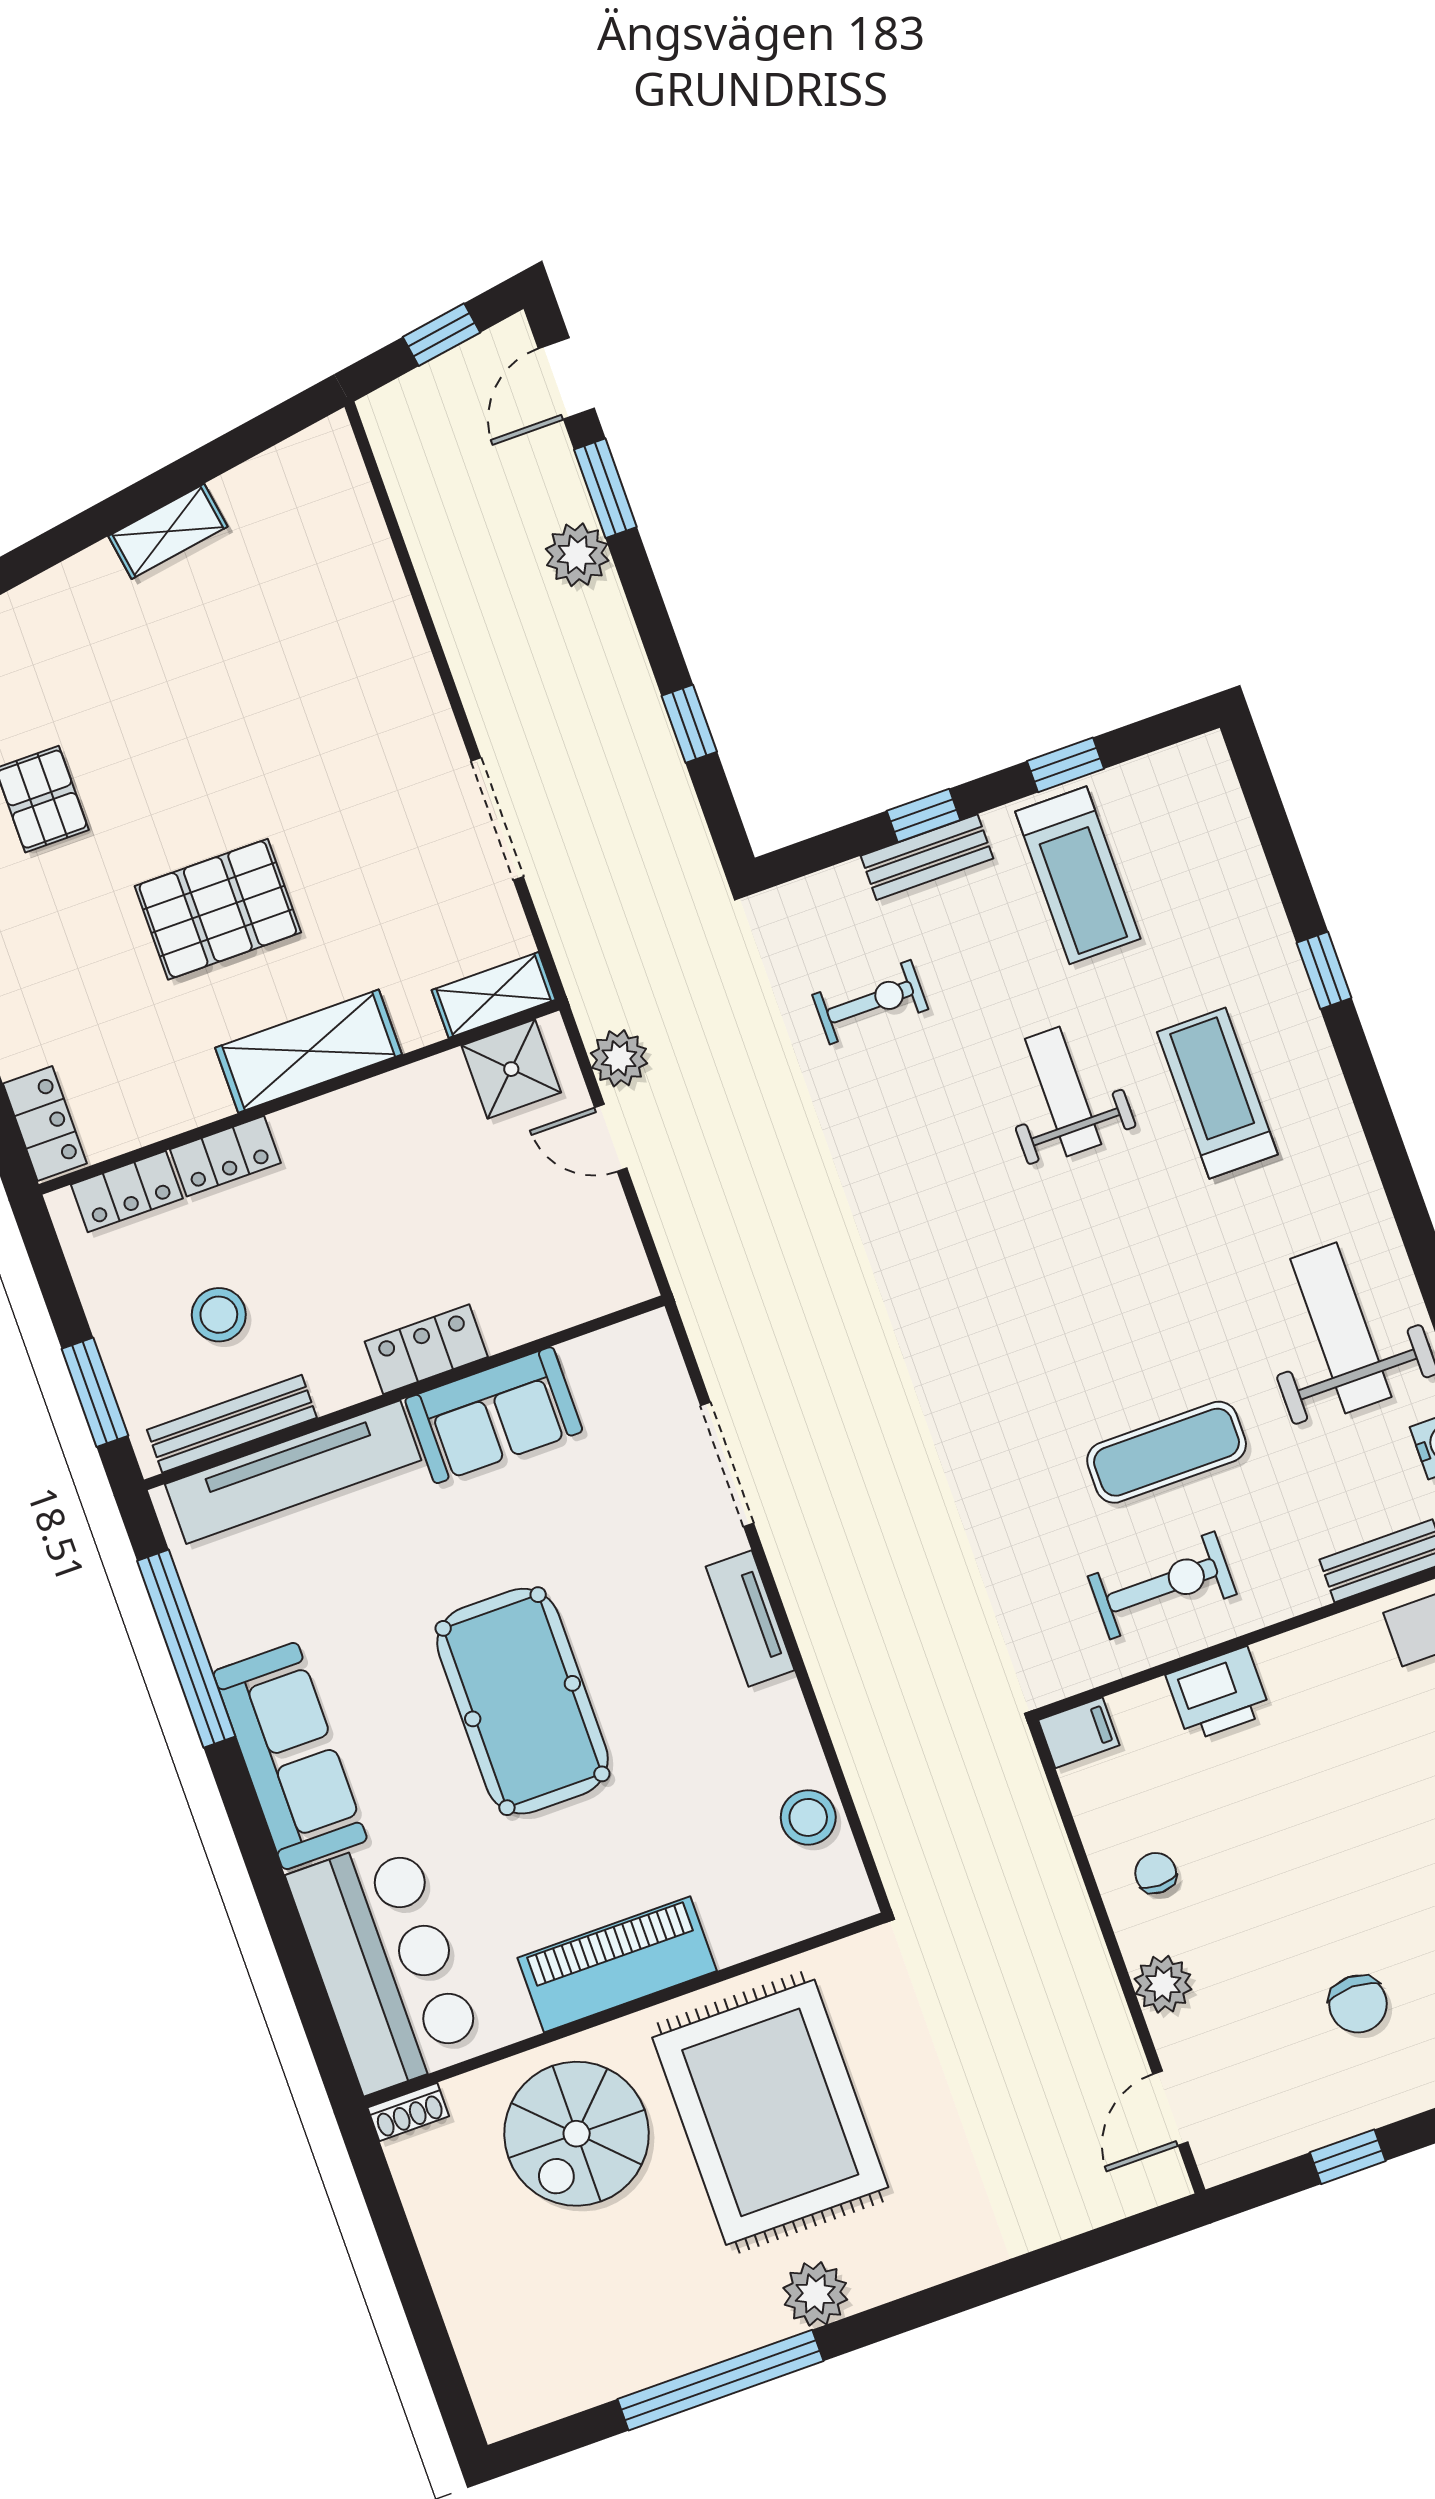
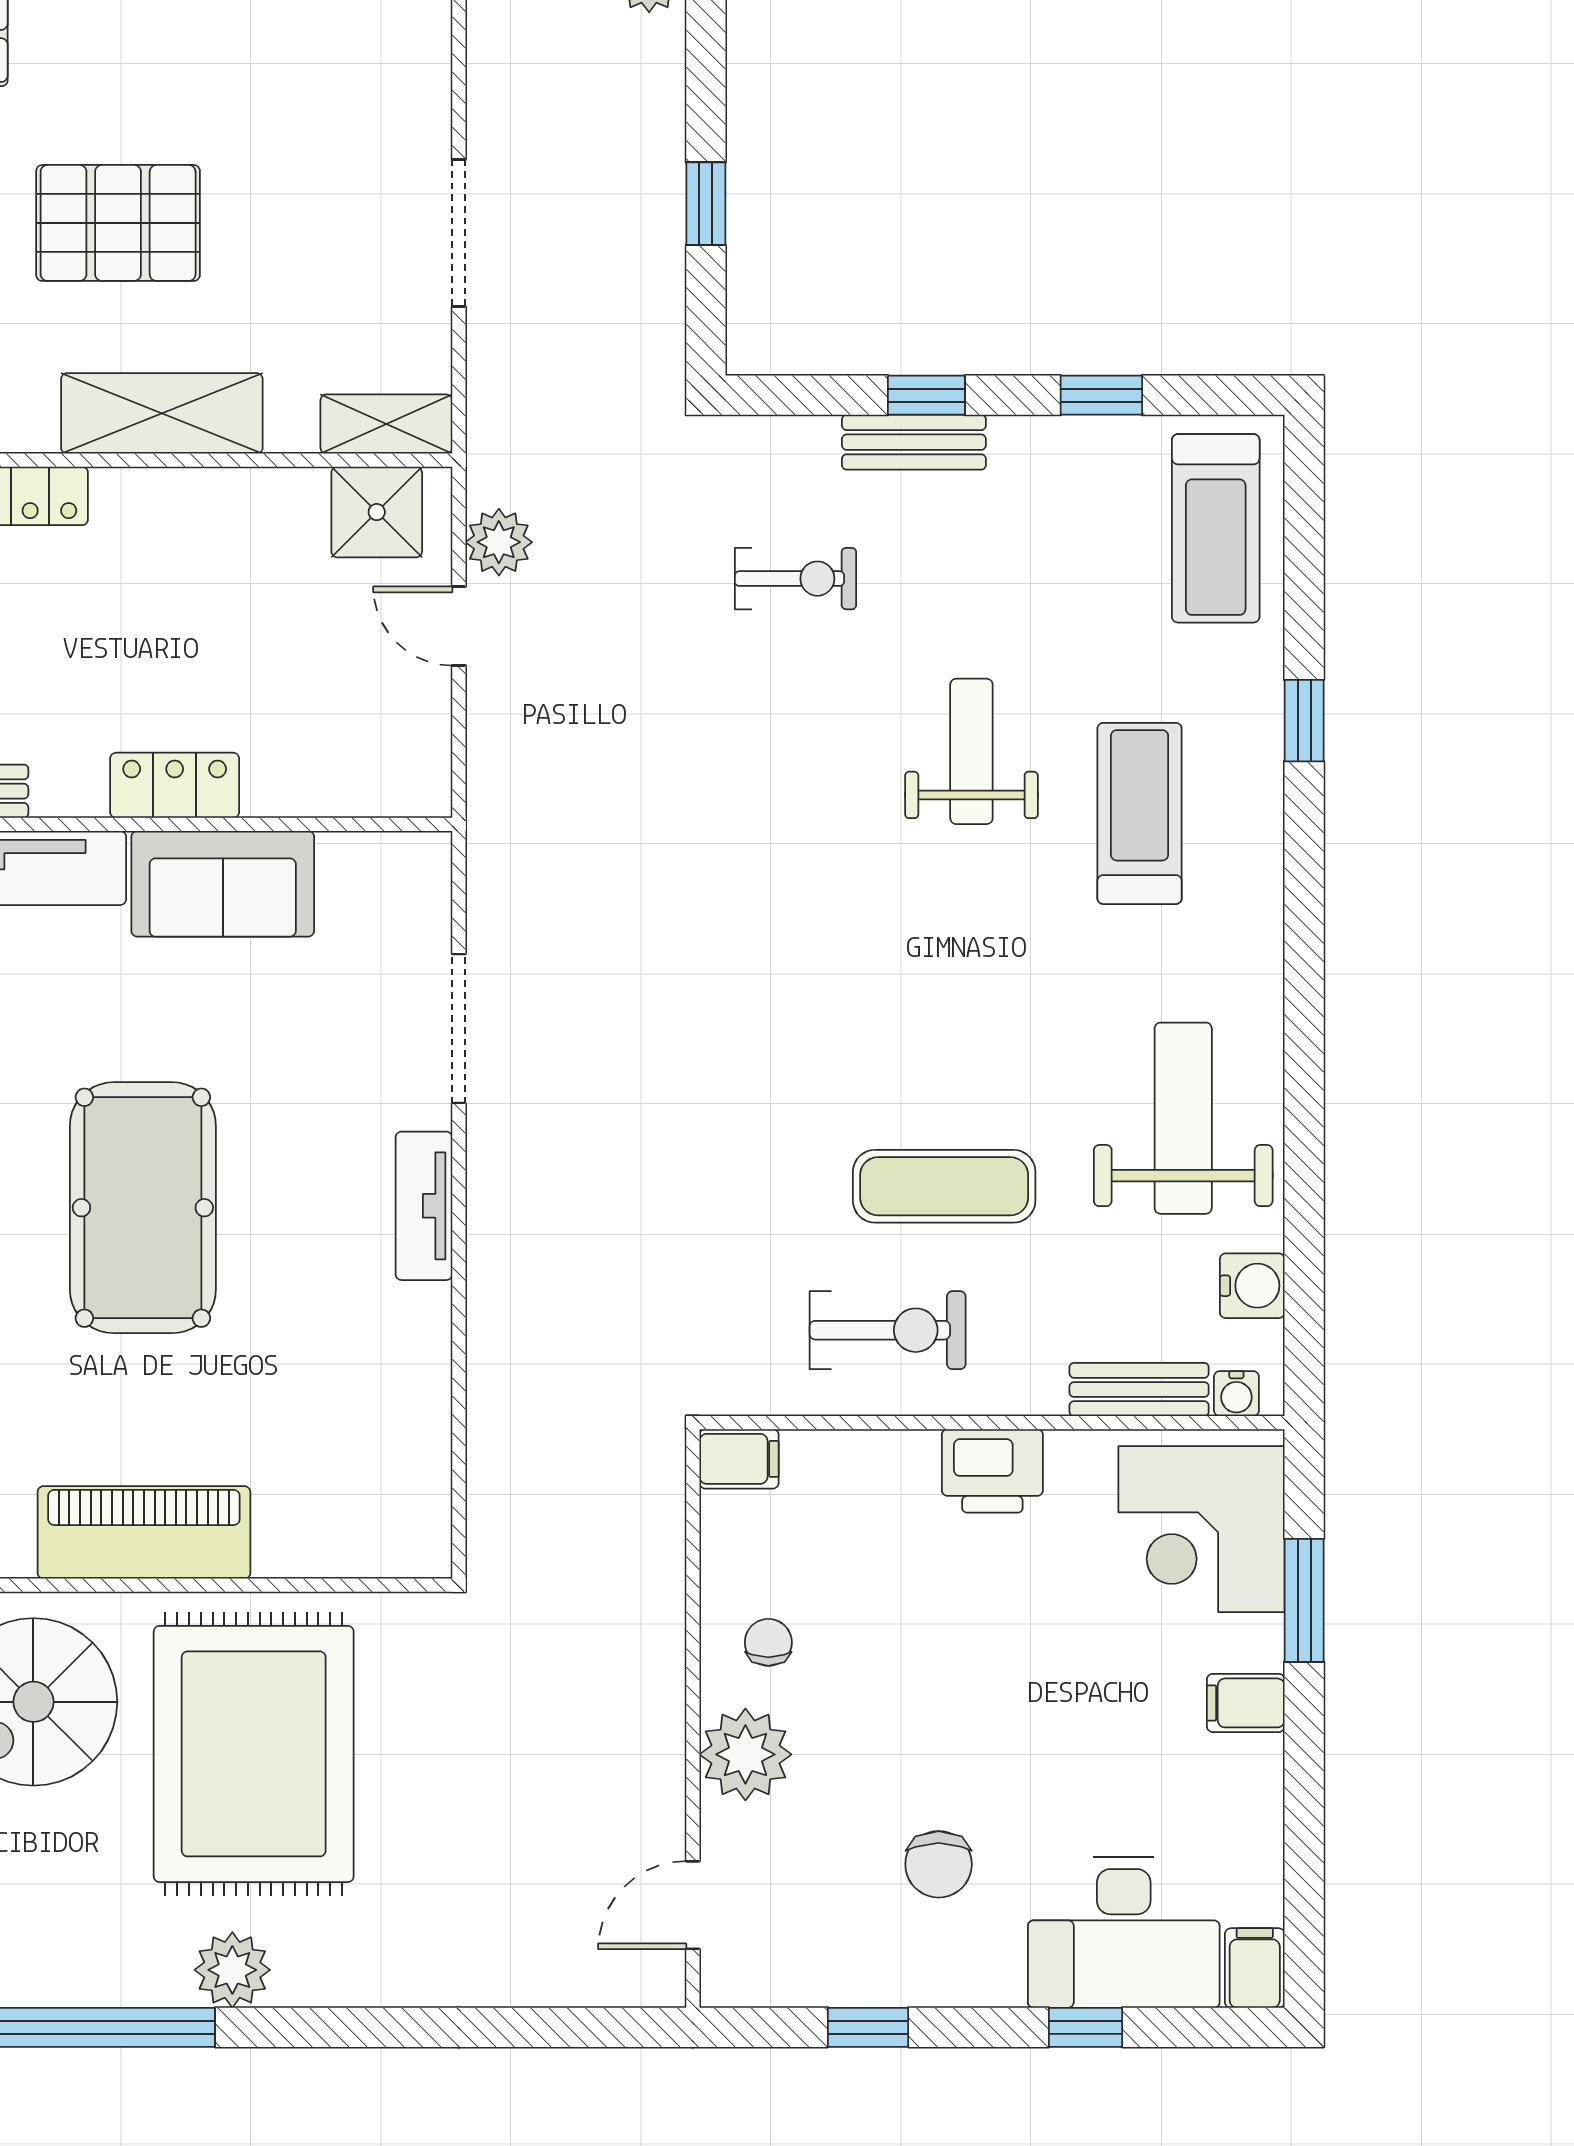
treadmill: (1078, 875) -> (1216, 528), moved
printer: (1218, 1694) -> (992, 1471), moved
stool: (808, 1817) -> (410, 1446), removed
plant: (1163, 1984) -> (745, 1754), width x1.36, depth x1.36

